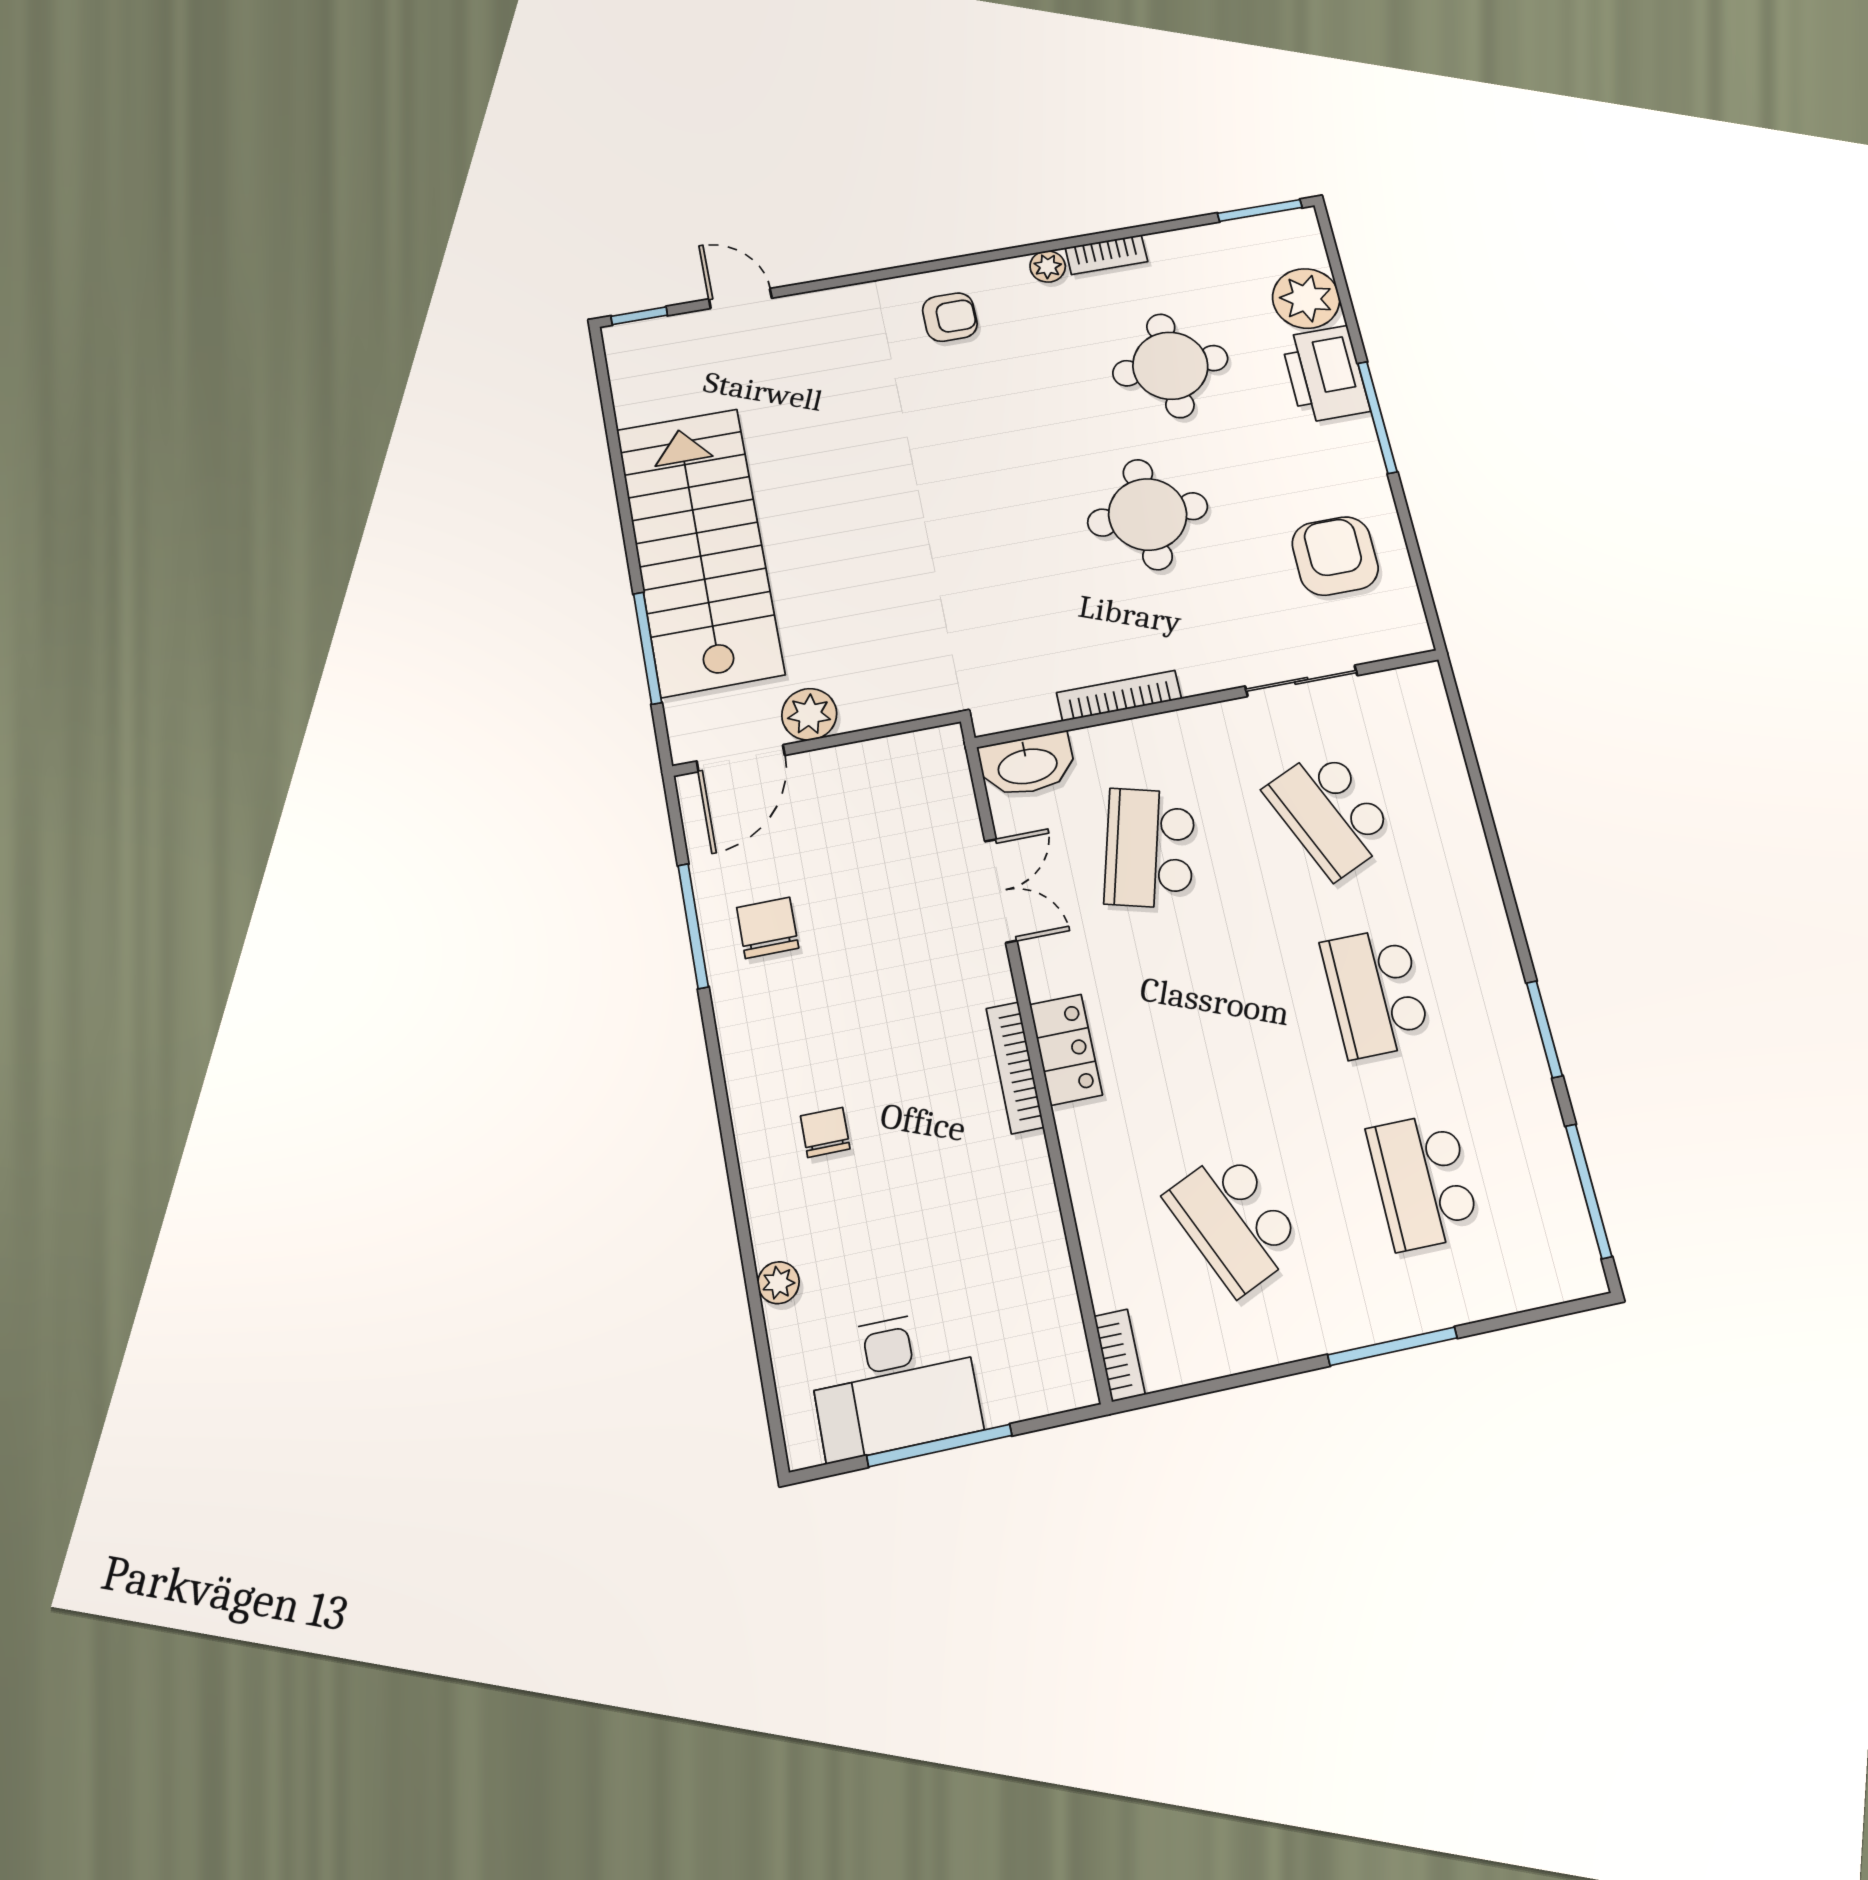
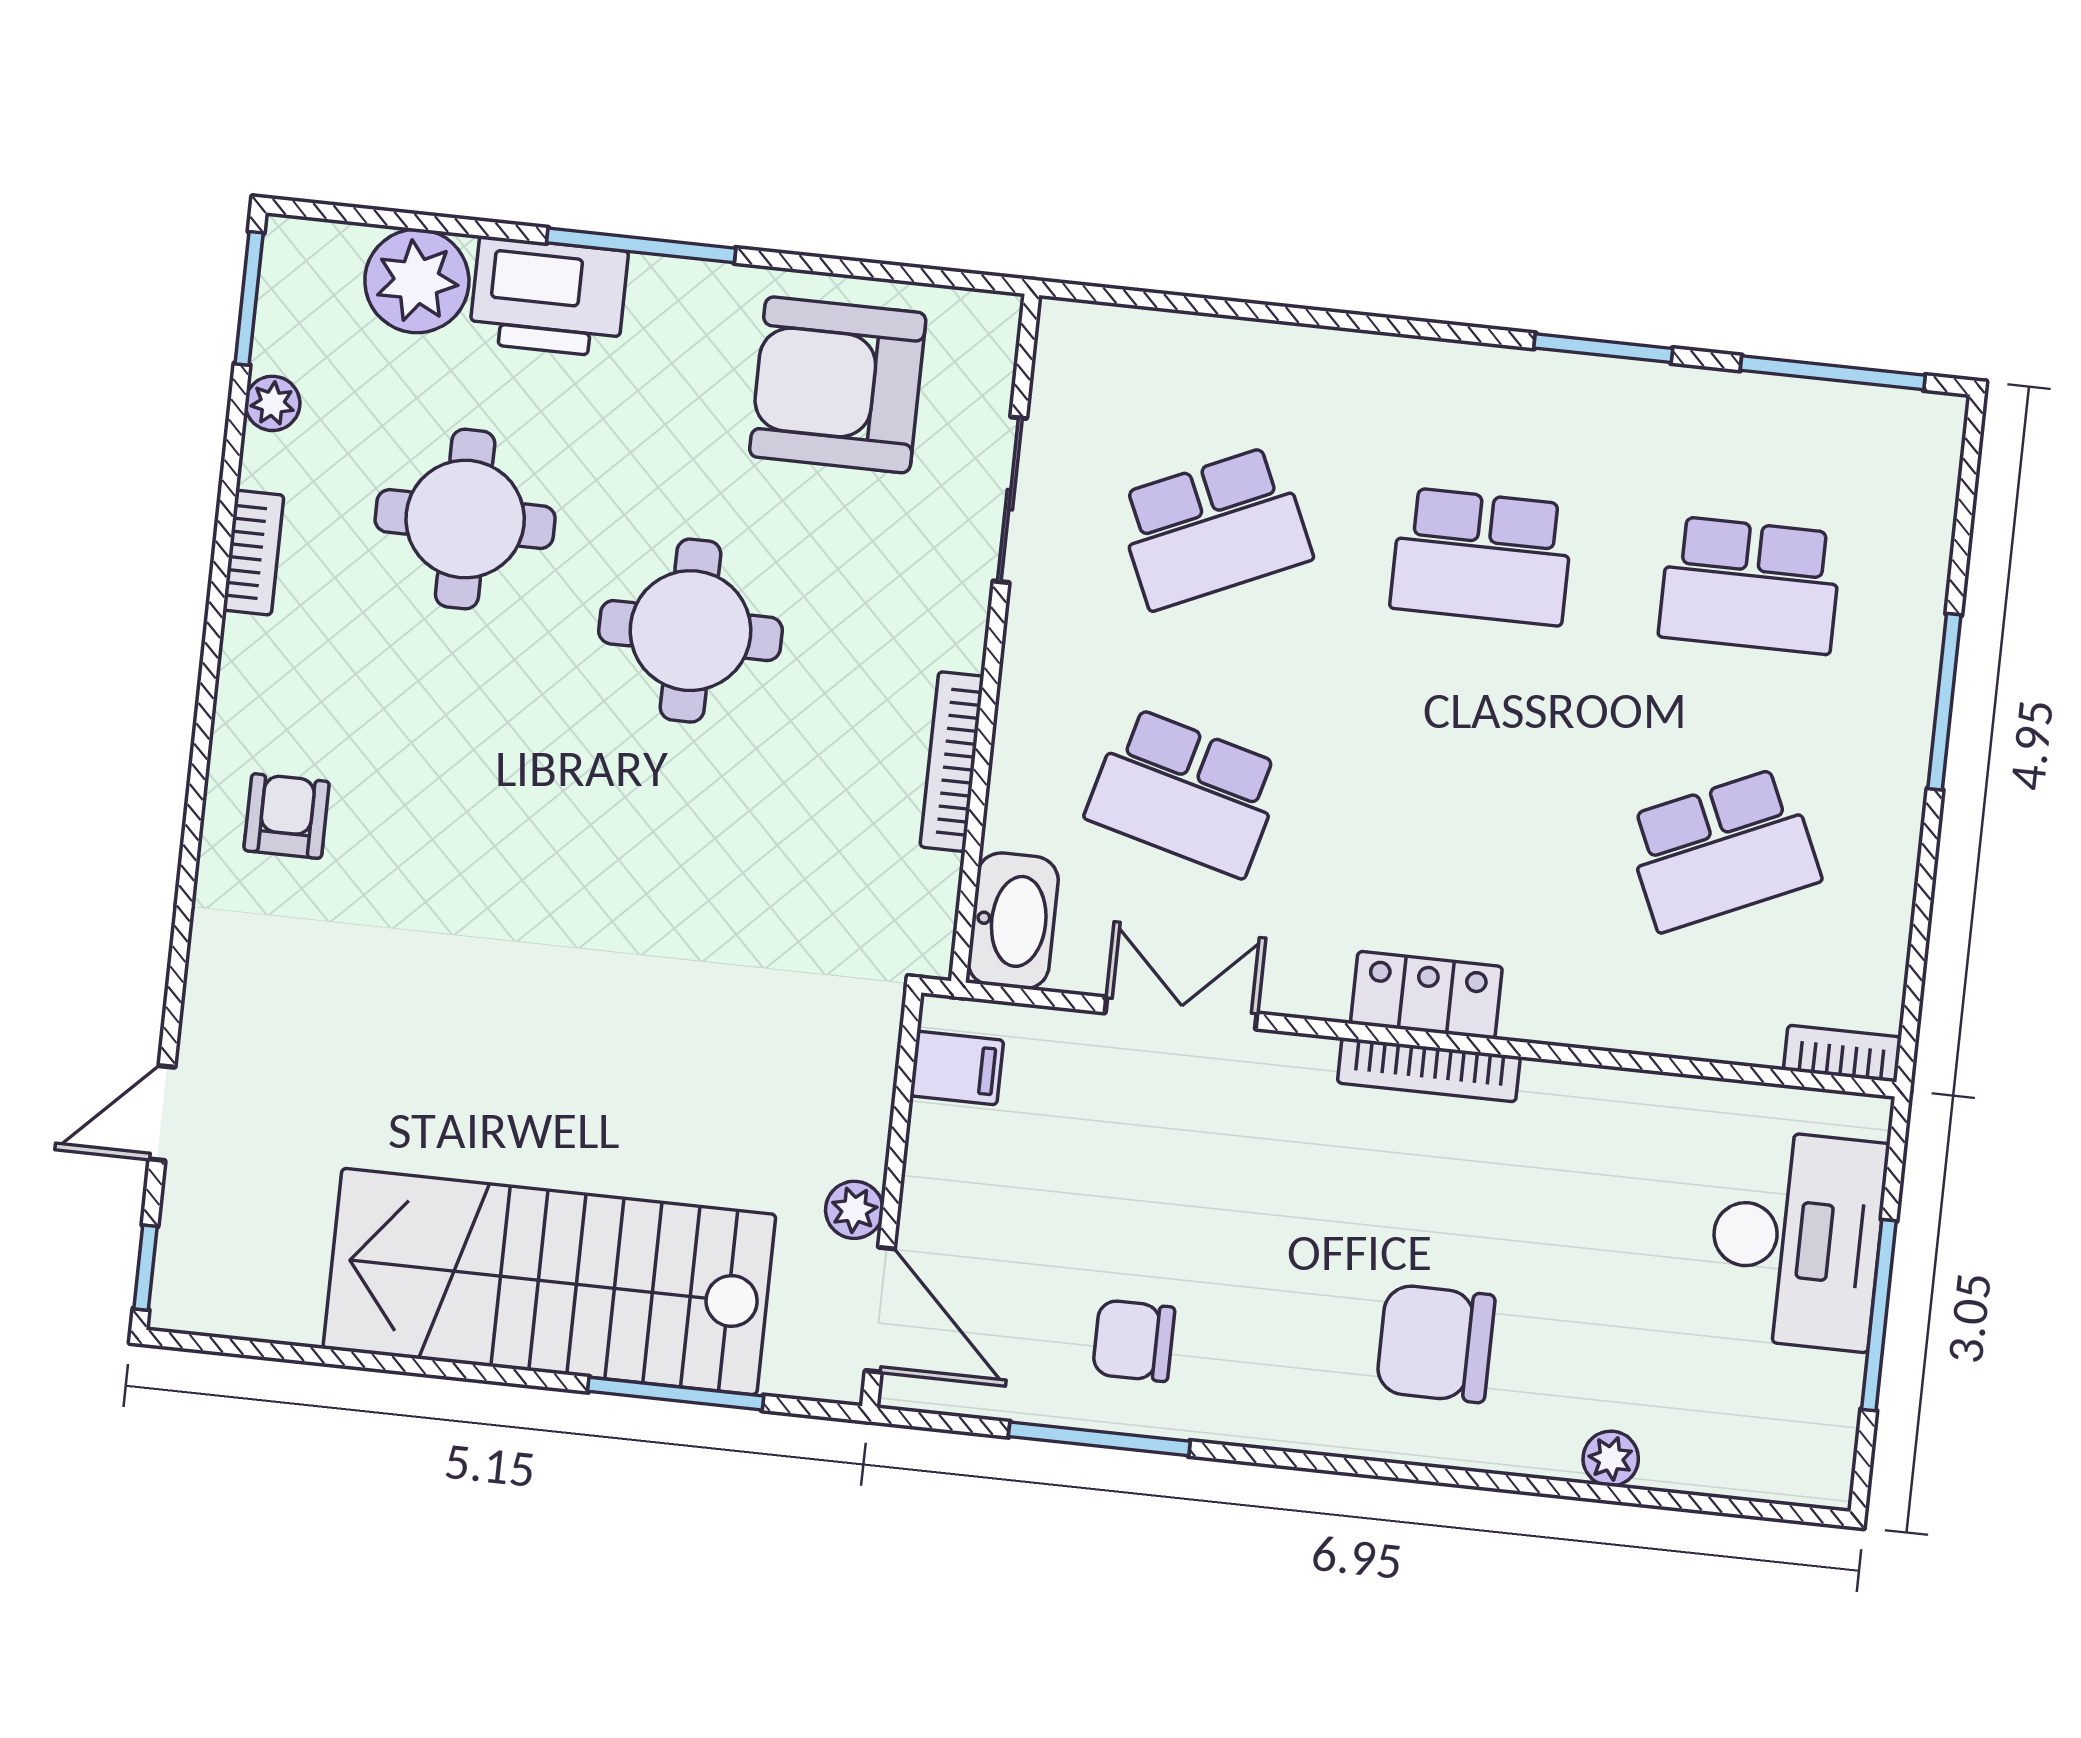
plant: (1048, 266) -> (272, 403), moved
armchair: (1335, 556) -> (838, 385), width x1.36, depth x1.36
plant: (809, 714) -> (854, 1210), width x0.73, depth x0.73
filing cabinet: (918, 759) -> (957, 1068), added
chair: (825, 1132) -> (1435, 1343), width x1.87, depth x1.87
desk: (894, 1384) -> (1797, 1240), moved

